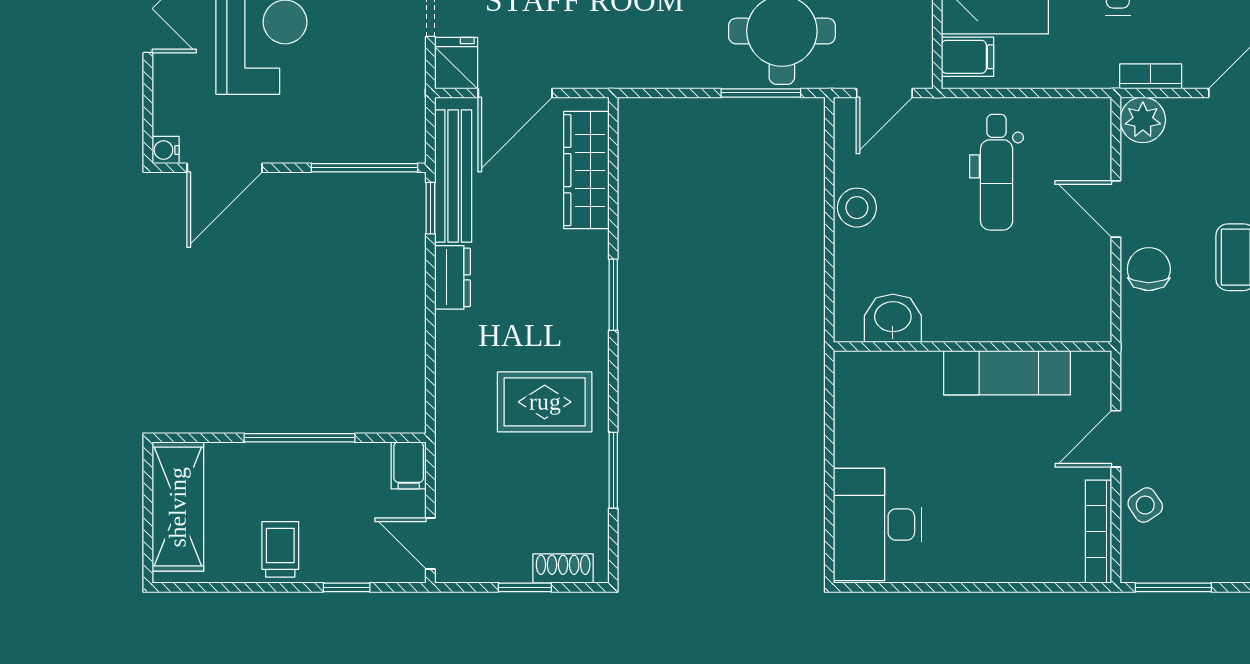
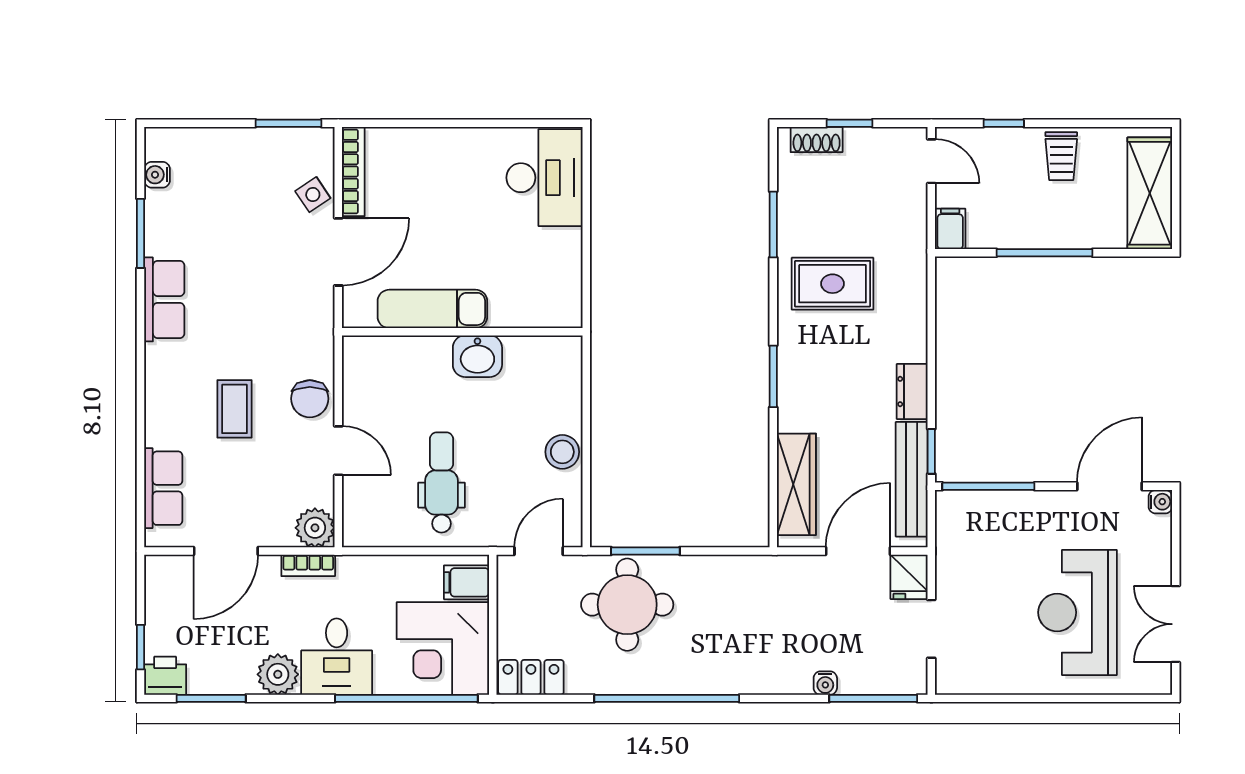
washbasin: (893, 318) -> (477, 356), moved
door: (1116, 439) -> (338, 252), width x1.38

